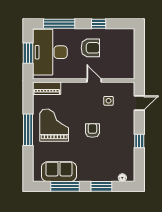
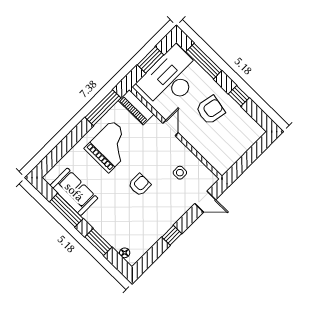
armchair: (90, 48) -> (210, 110), turned -79
door: (94, 81) -> (171, 128), moved
window: (28, 130) -> (103, 108), moved

